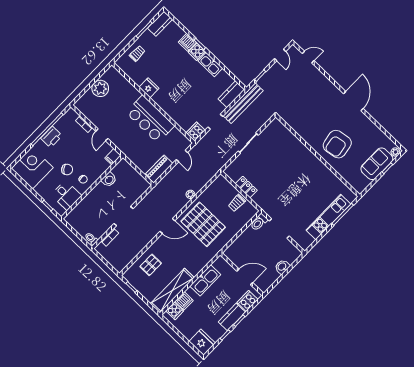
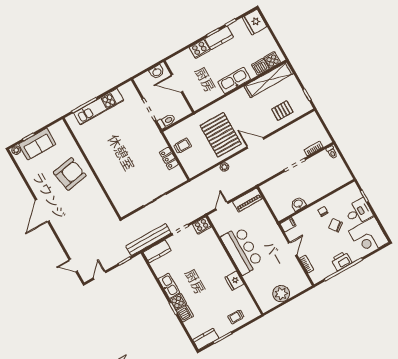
desk: (66, 195) -> (359, 212), moved, turned 90
wall: (242, 274) -> (179, 87), moved
door: (245, 277) -> (177, 83), moved

